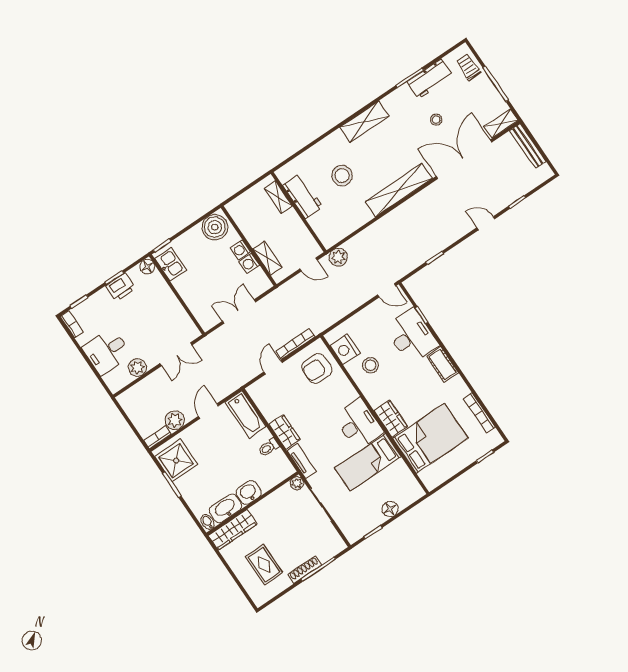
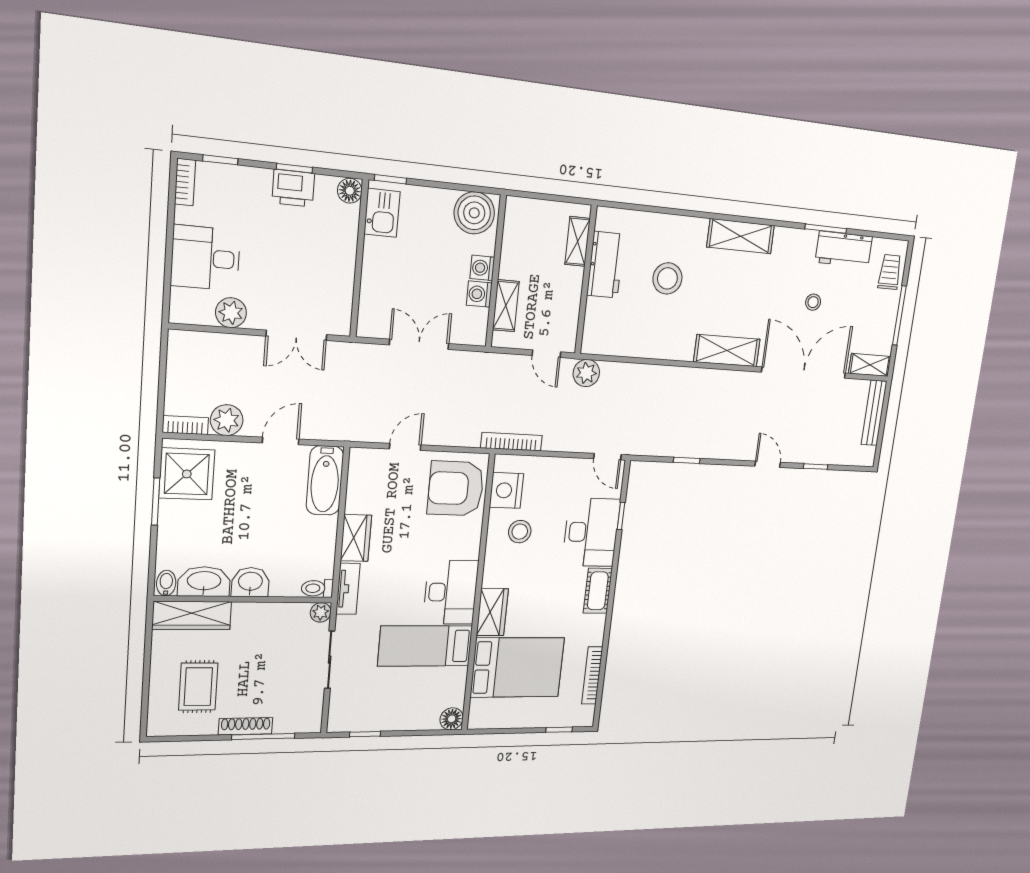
shelving: (399, 190) -> (727, 351), width x0.68
bookcase: (295, 344) -> (511, 442), moved
armchair: (317, 368) -> (456, 488), width x1.36, depth x1.36
toilet: (269, 447) -> (317, 588), moved
floor lamp: (390, 509) -> (452, 719), moved

